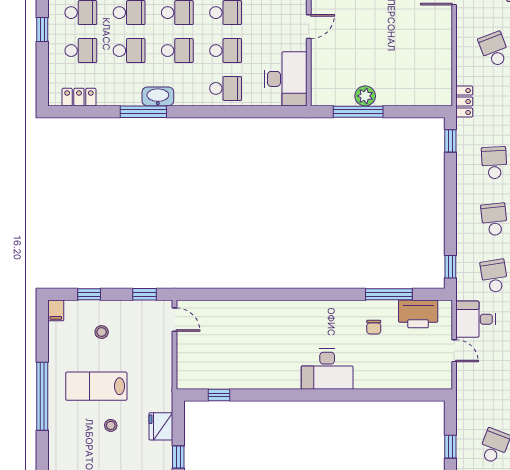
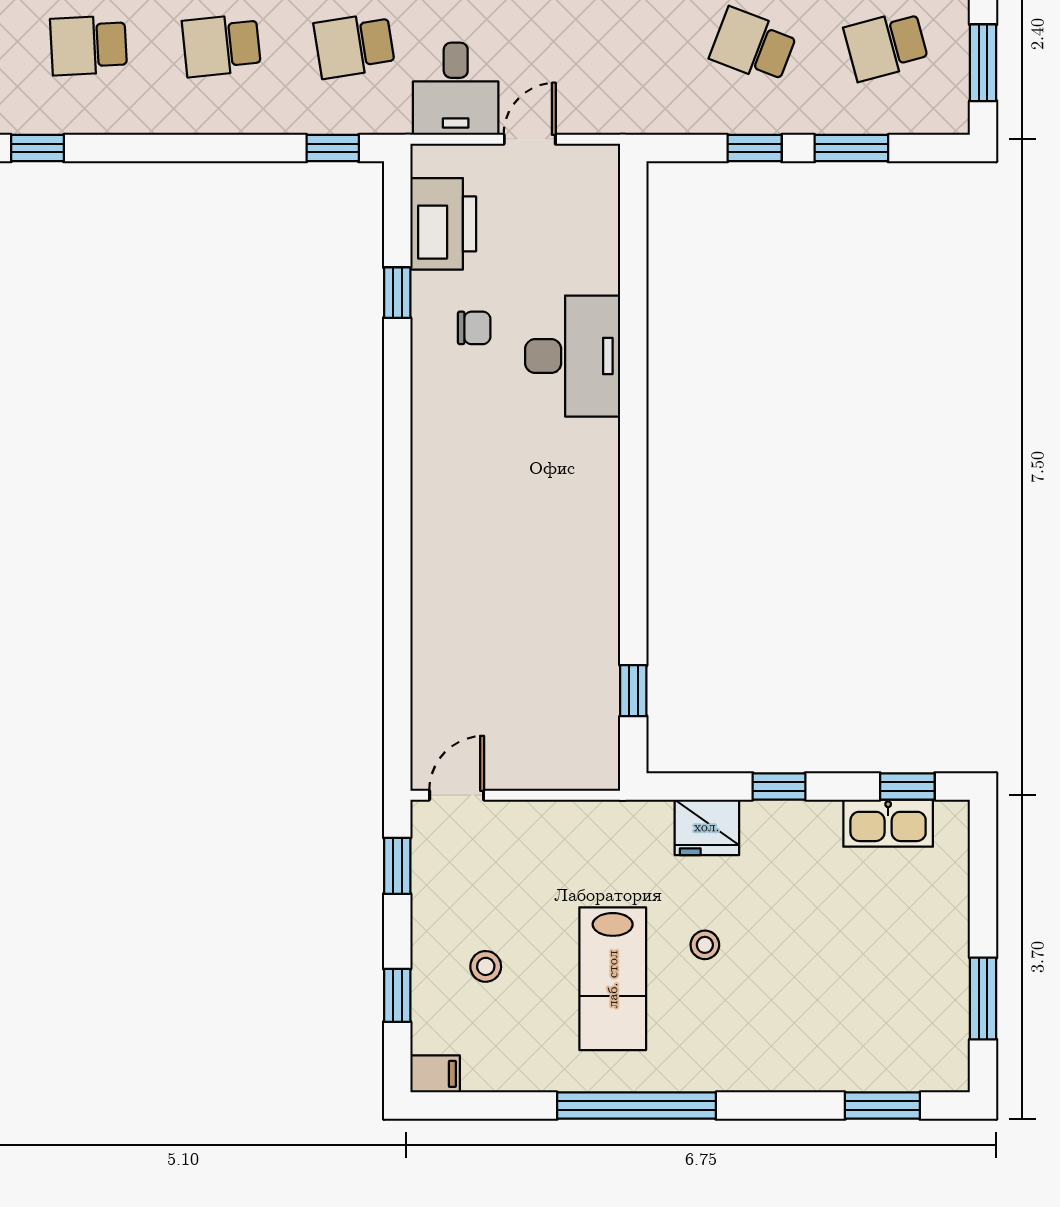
window: (389, 294) -> (397, 293), width x0.46
desk: (327, 369) -> (573, 356), moved

